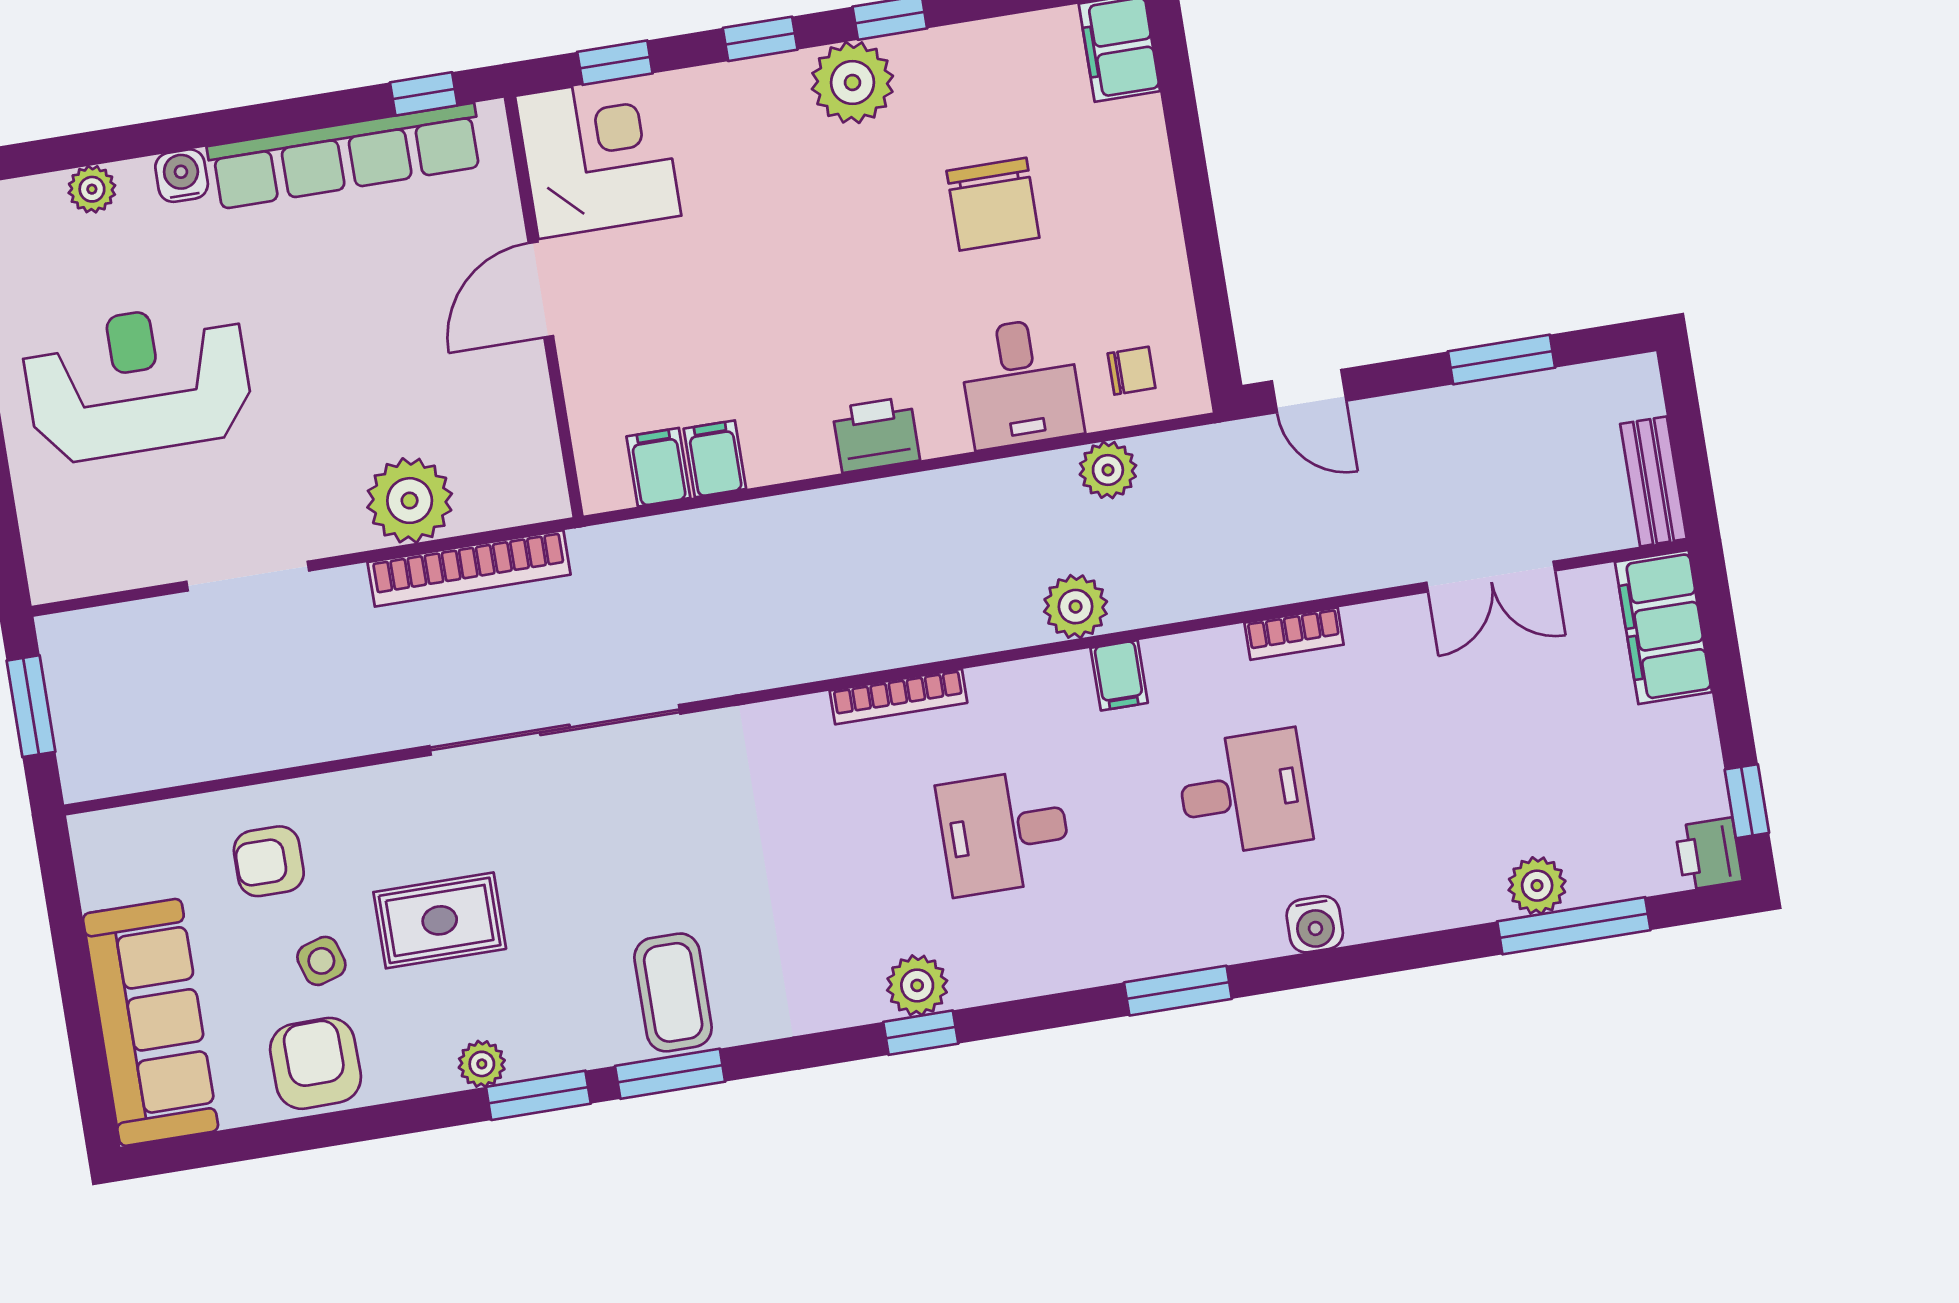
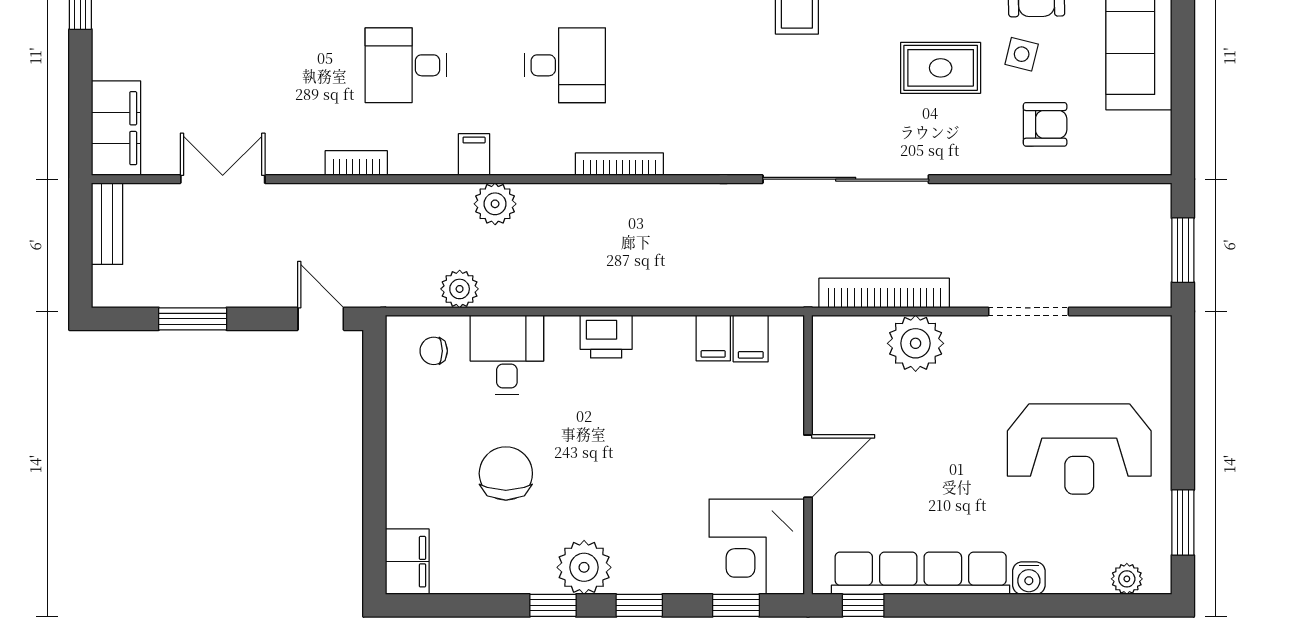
plant: (92, 189) -> (1127, 579), moved
side table: (321, 961) -> (1022, 54), turned 31

